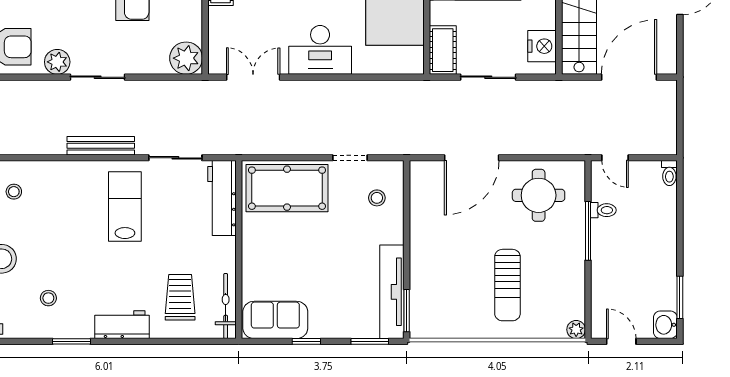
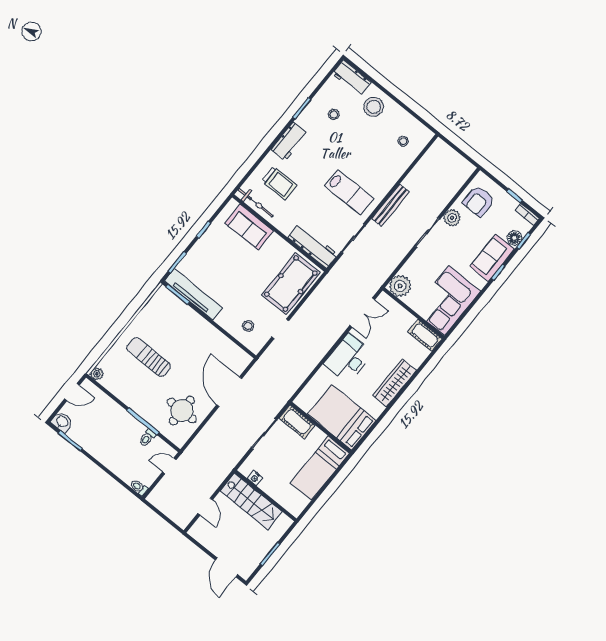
nightstand: (542, 46) -> (255, 478), width x0.53, depth x0.56
door: (629, 77) -> (205, 507), width x0.53
sofa: (275, 320) -> (249, 227), moved, turned 90

